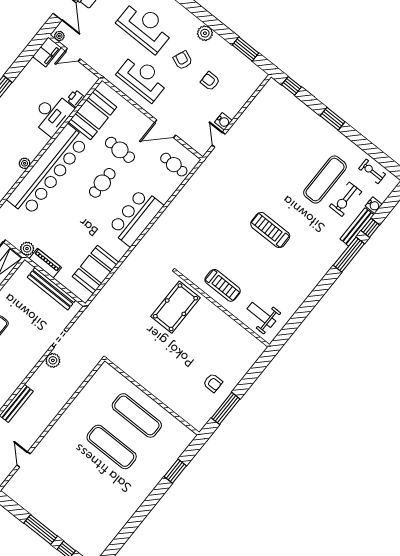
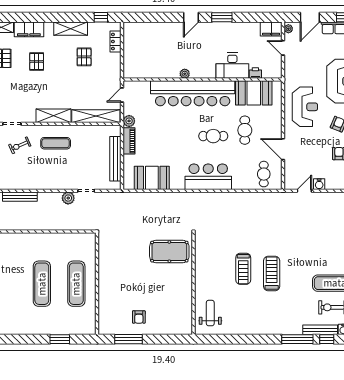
treadmill: (223, 285) -> (243, 269), moved

